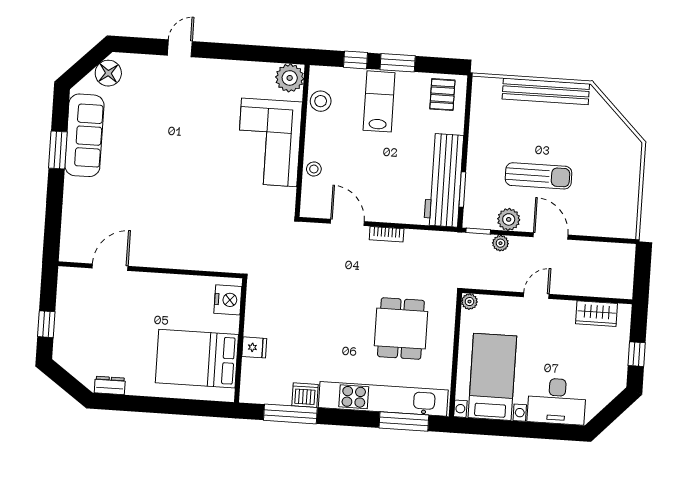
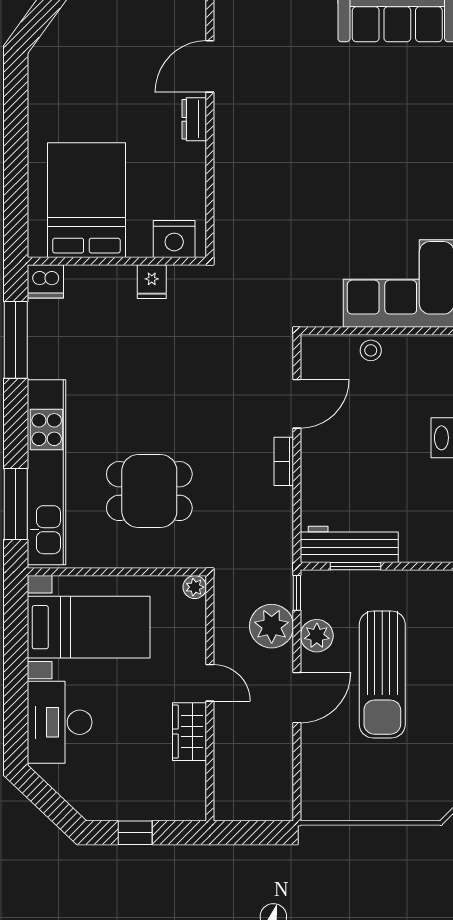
sun lounger: (539, 176) -> (382, 674), width x1.36, depth x1.34
workbench: (444, 180) -> (349, 544), width x0.73, depth x0.76
plant: (500, 243) -> (272, 626), width x1.87, depth x1.87
door: (110, 267) -> (210, 66), swing flipped
wardrobe: (597, 314) -> (190, 732), moved
fridge: (254, 347) -> (152, 282), moved
dresser: (110, 385) -> (194, 119), moved, turned 180
dishwasher: (305, 395) -> (45, 281), moved, turned 90

